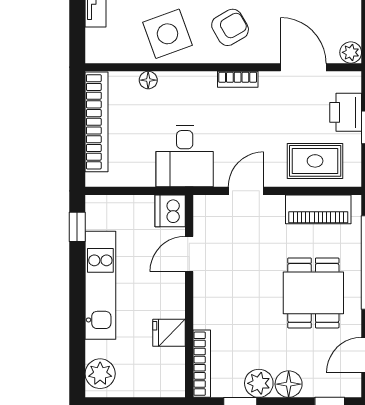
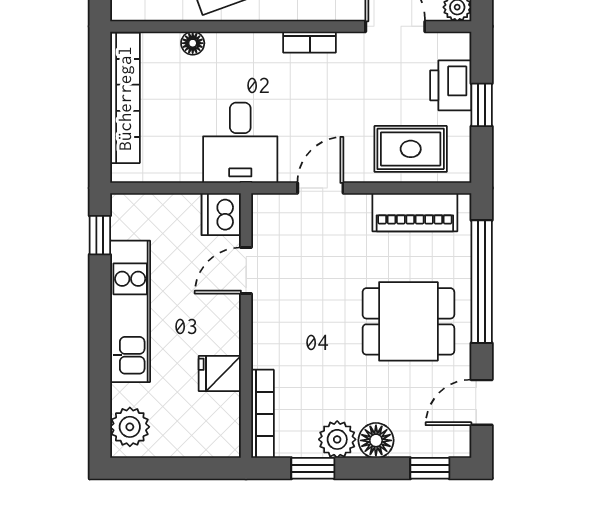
dining table: (313, 293) -> (408, 321), turned 90

